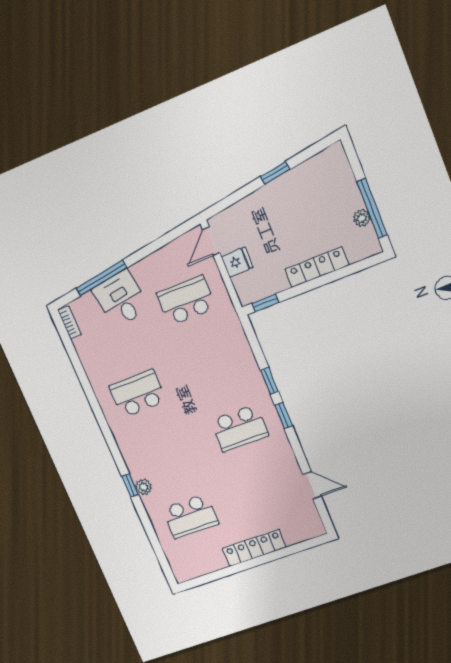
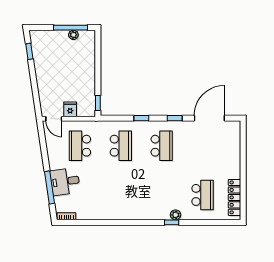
window: (275, 173) -> (29, 51), moved
locker: (317, 267) -> (90, 68), removed
school desk: (138, 394) -> (121, 146), moved, turned 180
window: (284, 416) -> (175, 118), moved
door: (312, 485) -> (209, 118), width x1.88
locker: (254, 548) -> (234, 197), moved

